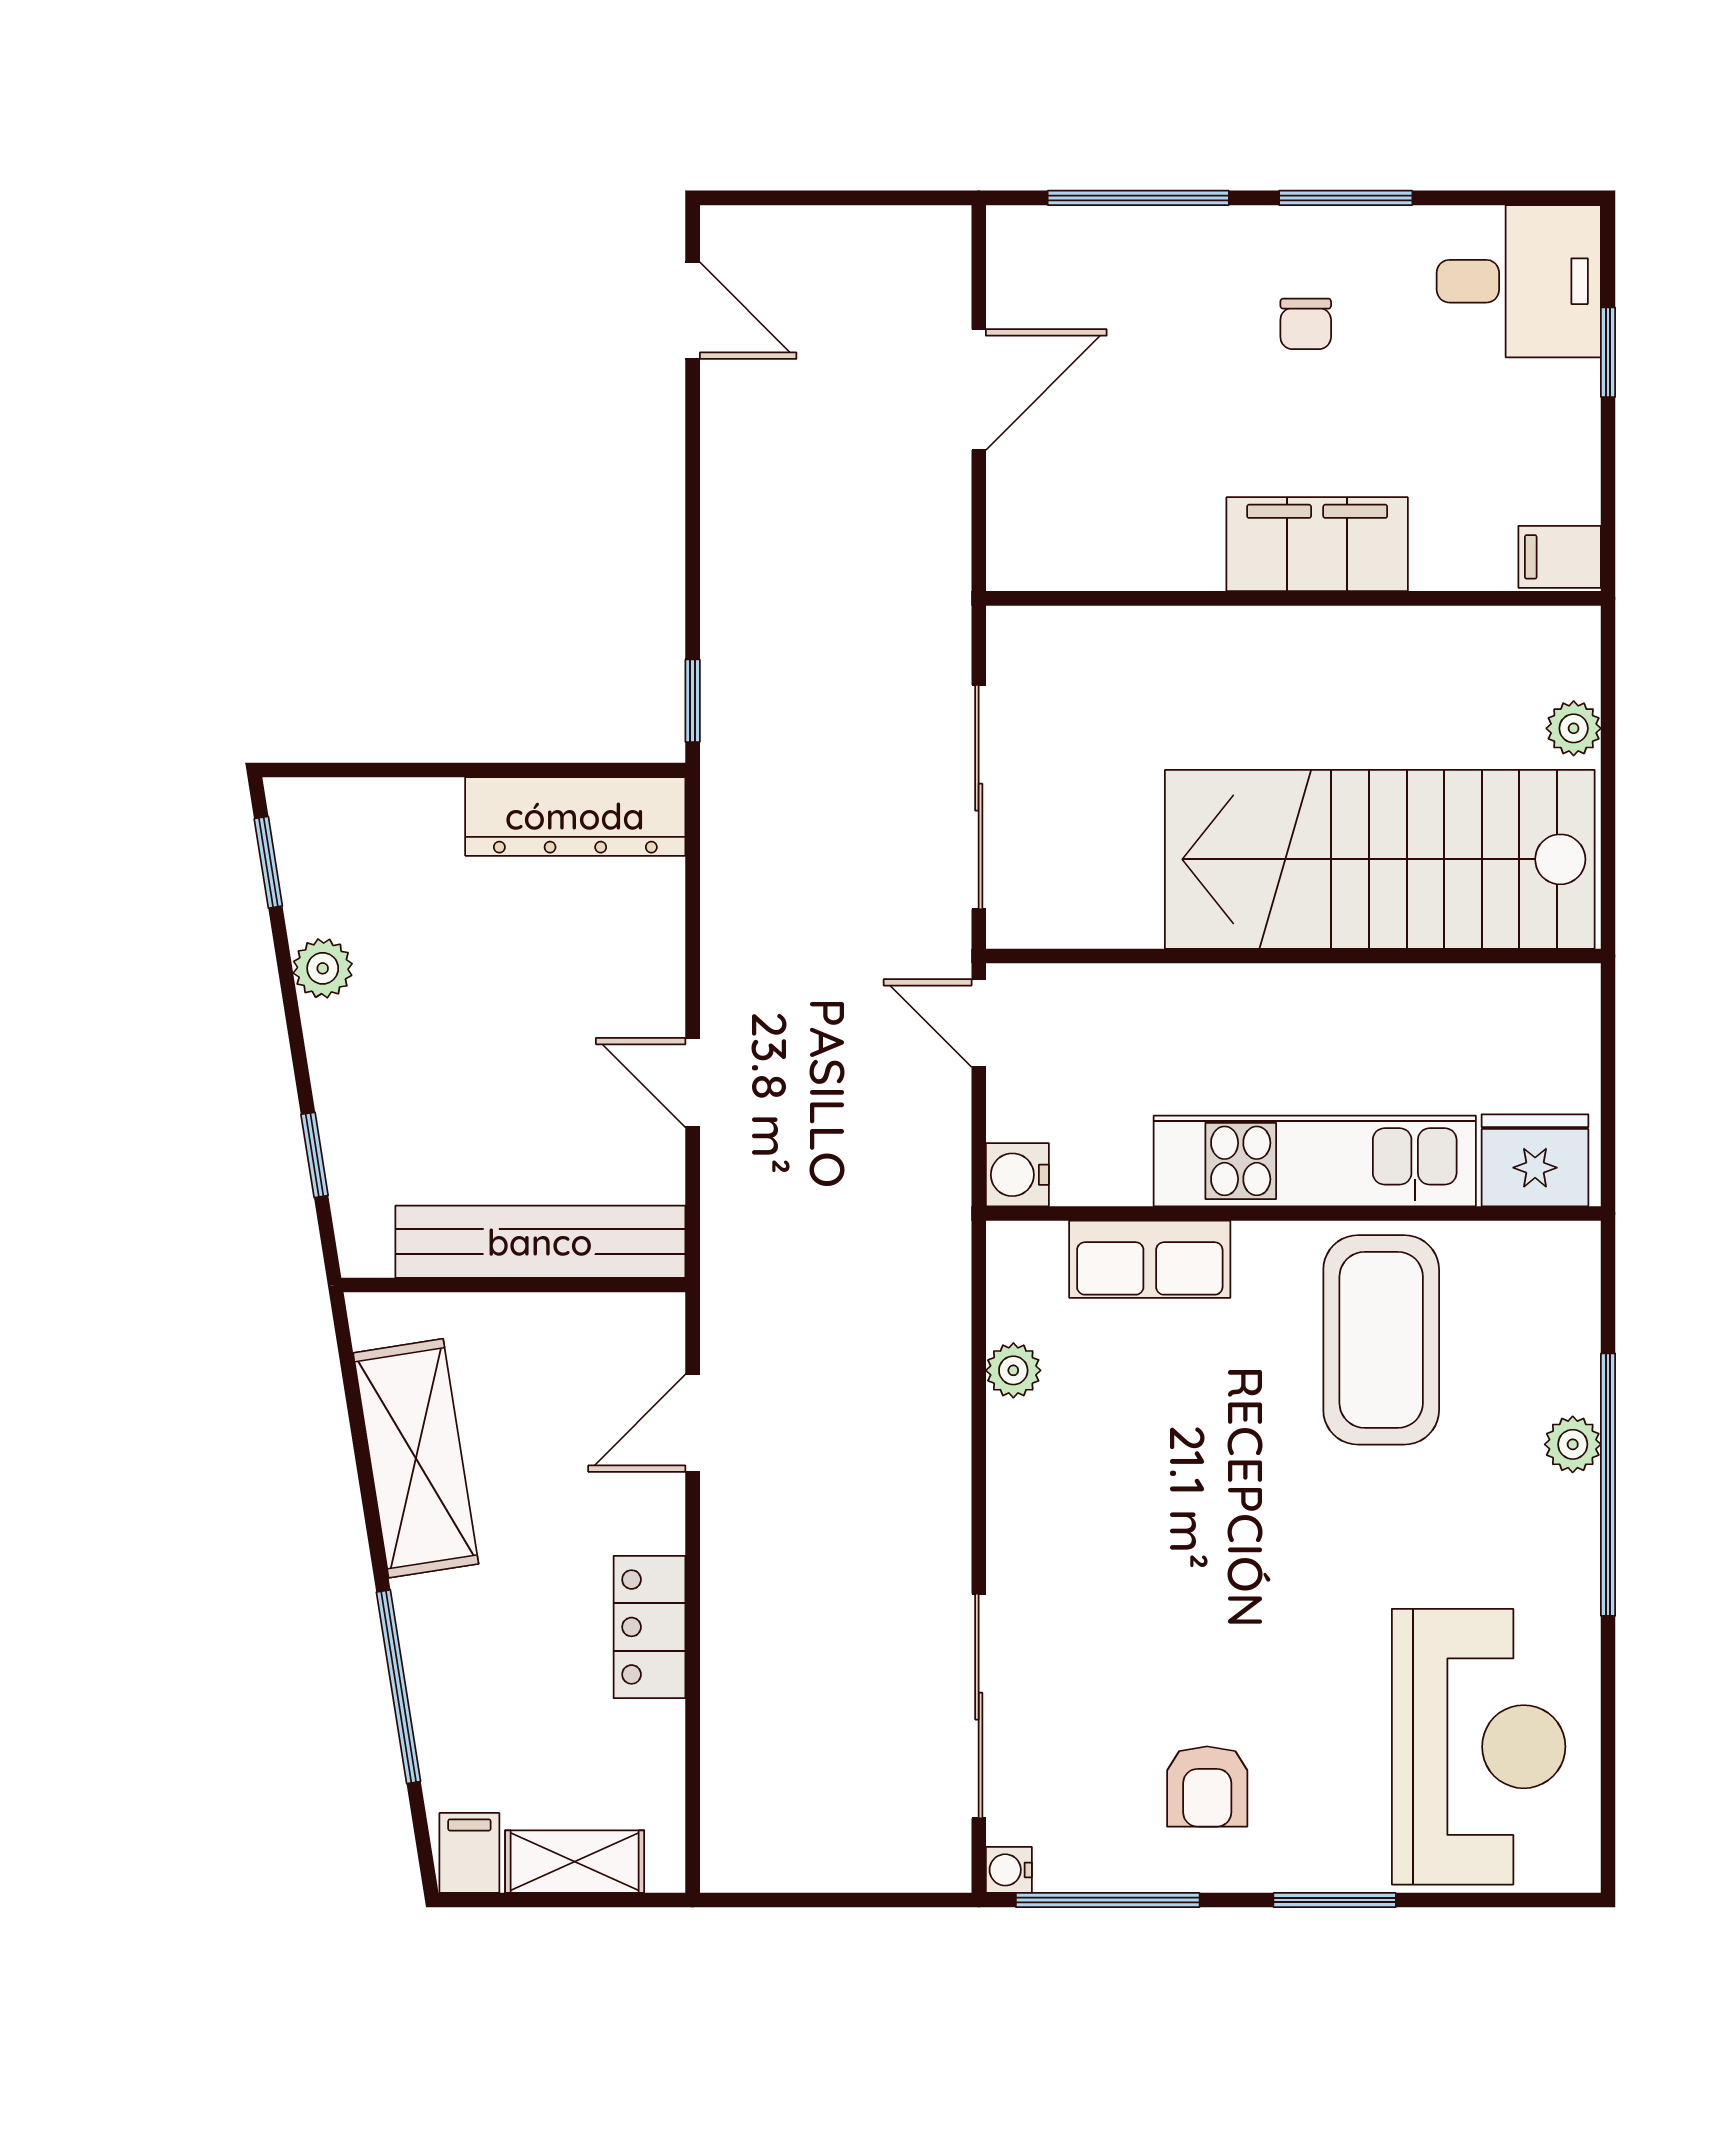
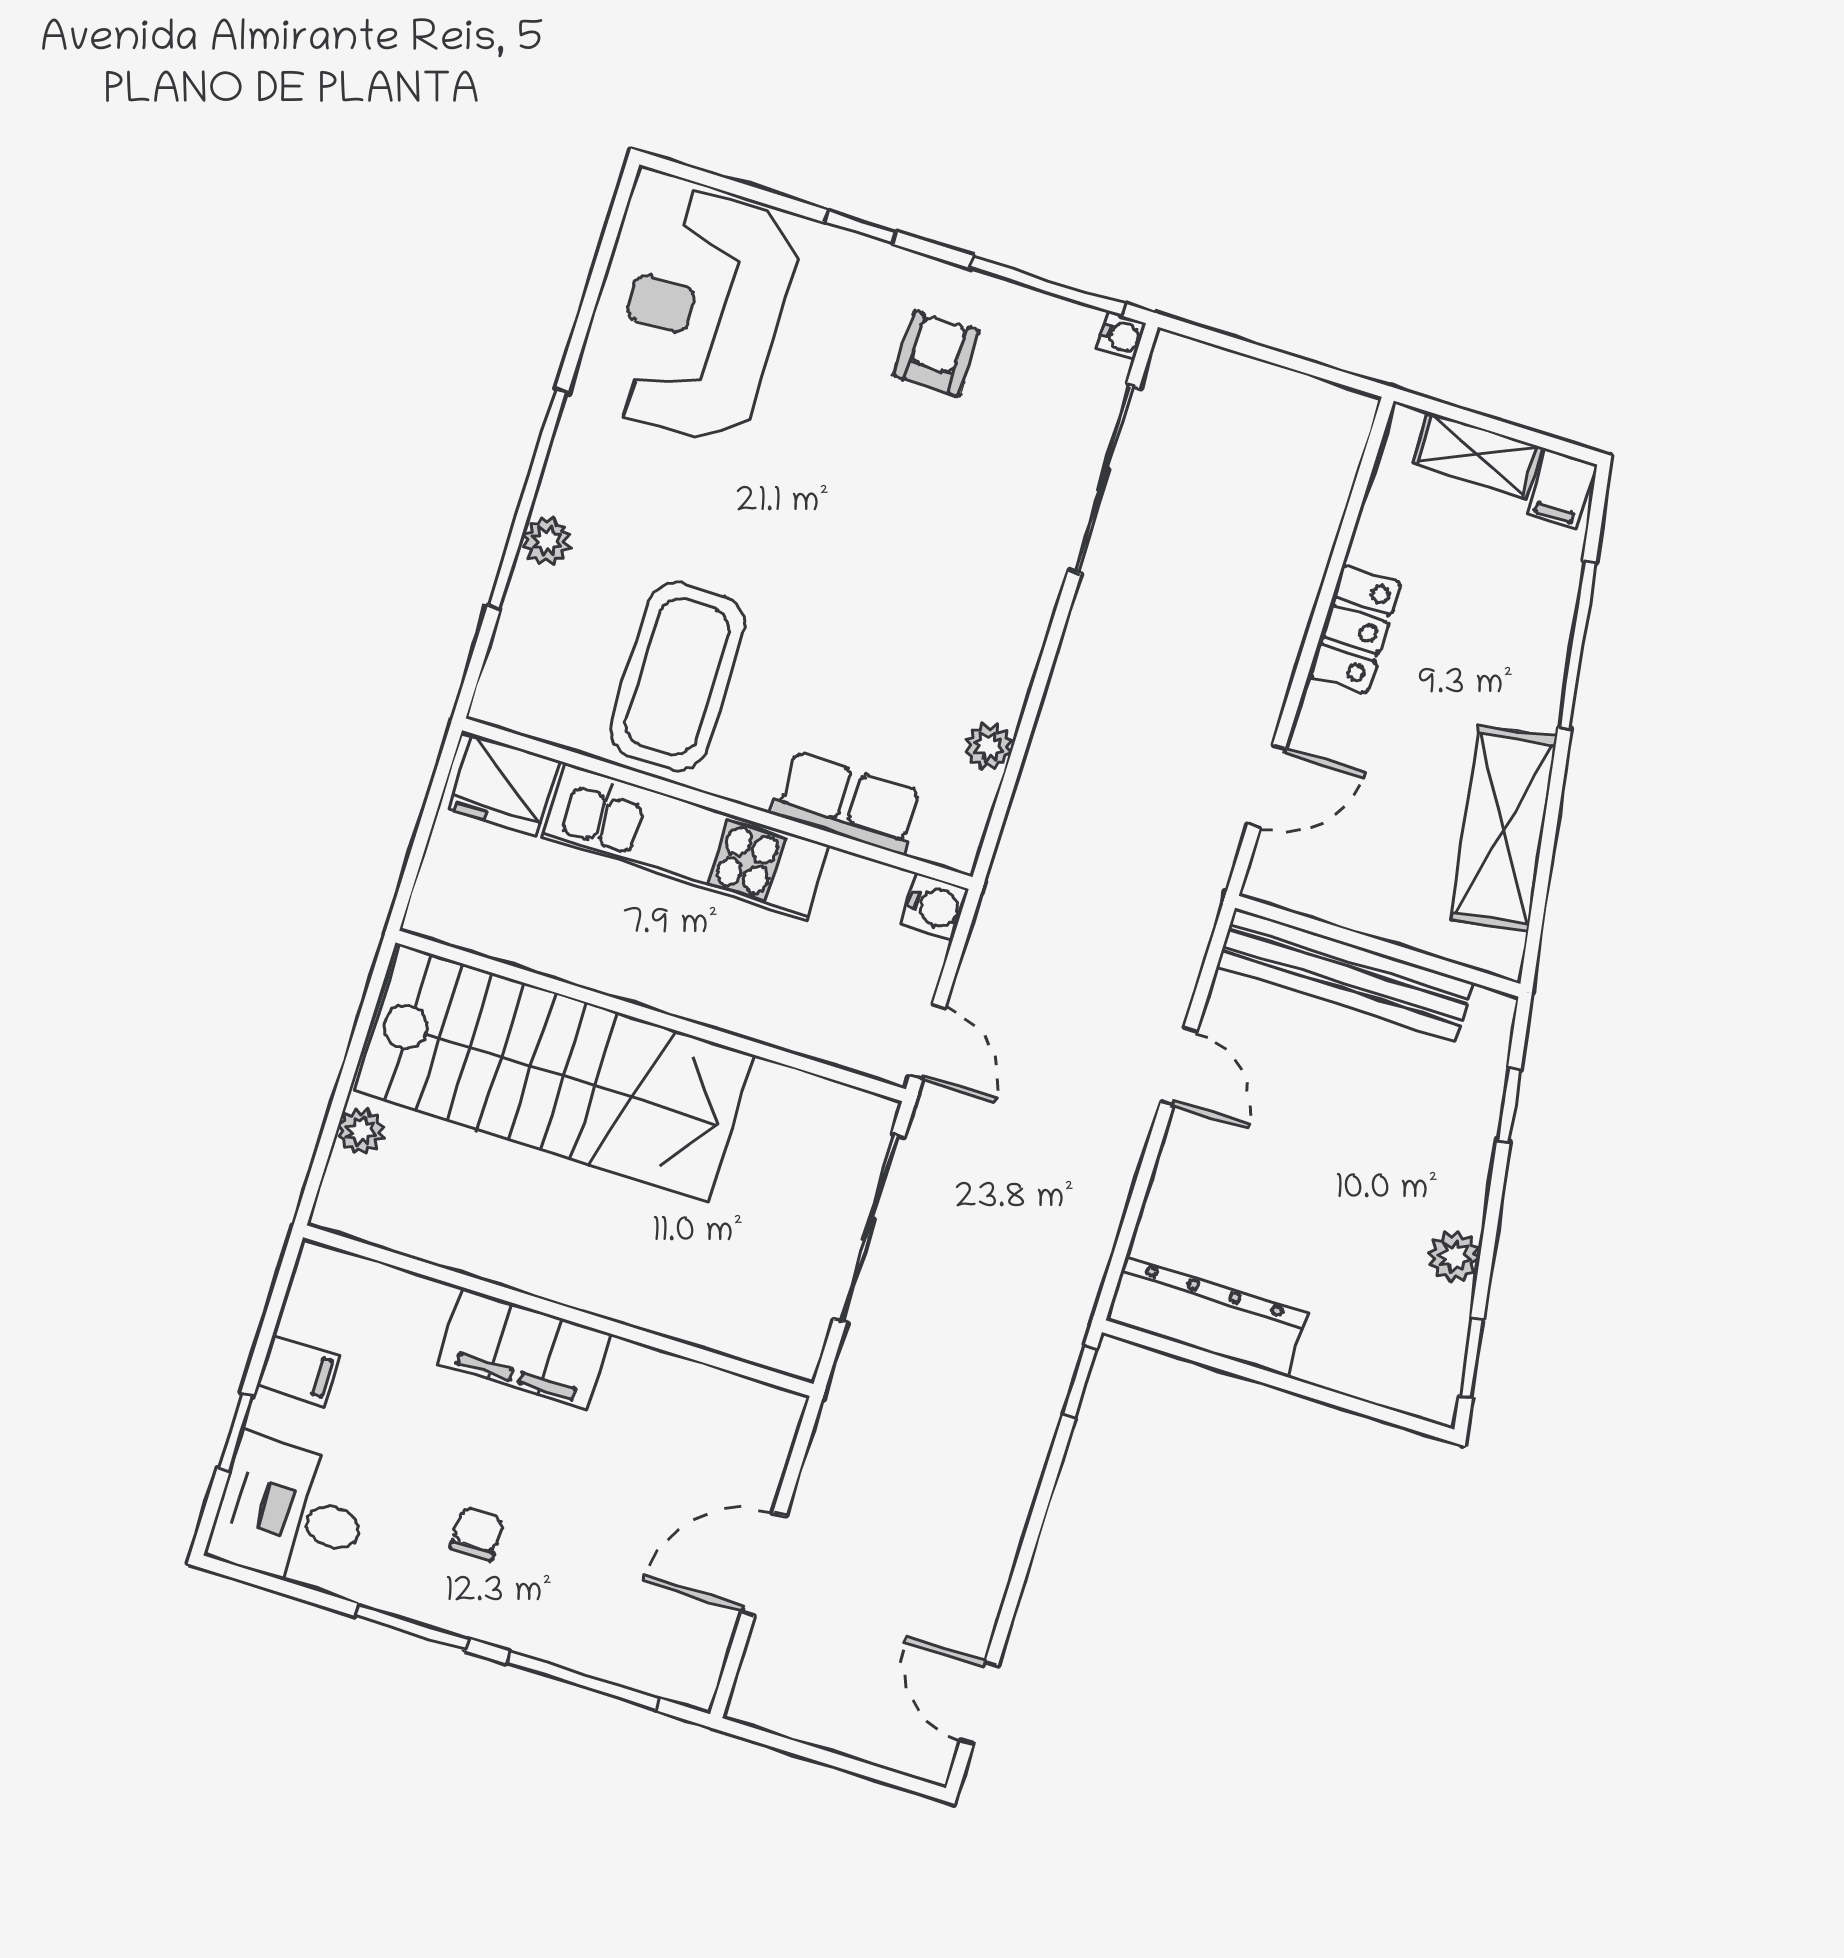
filing cabinet: (1560, 557) -> (299, 1370), moved
window: (1335, 1900) -> (861, 227), width x0.67

